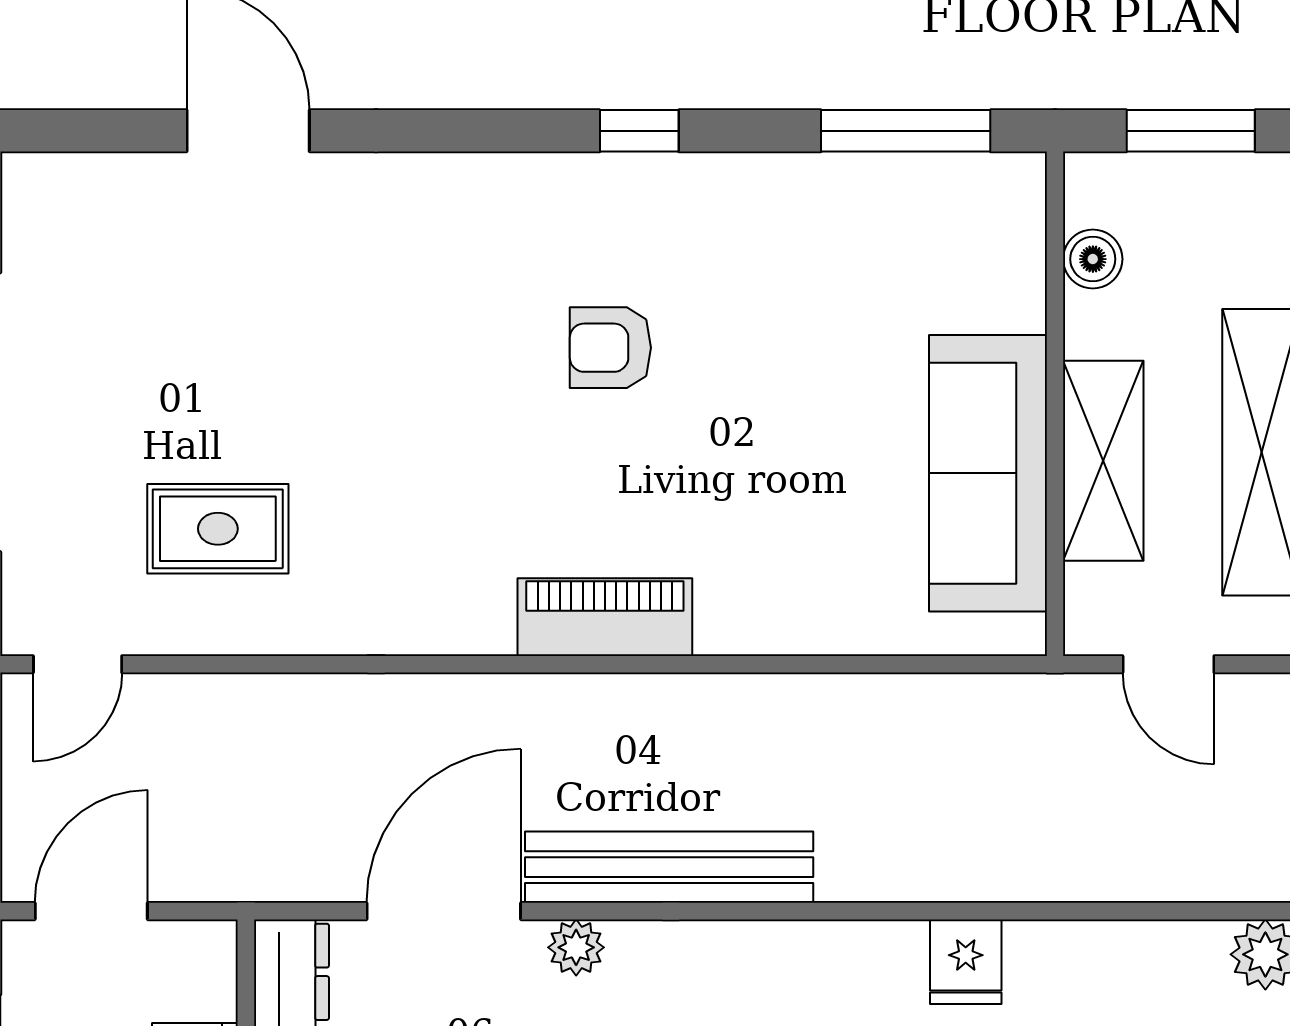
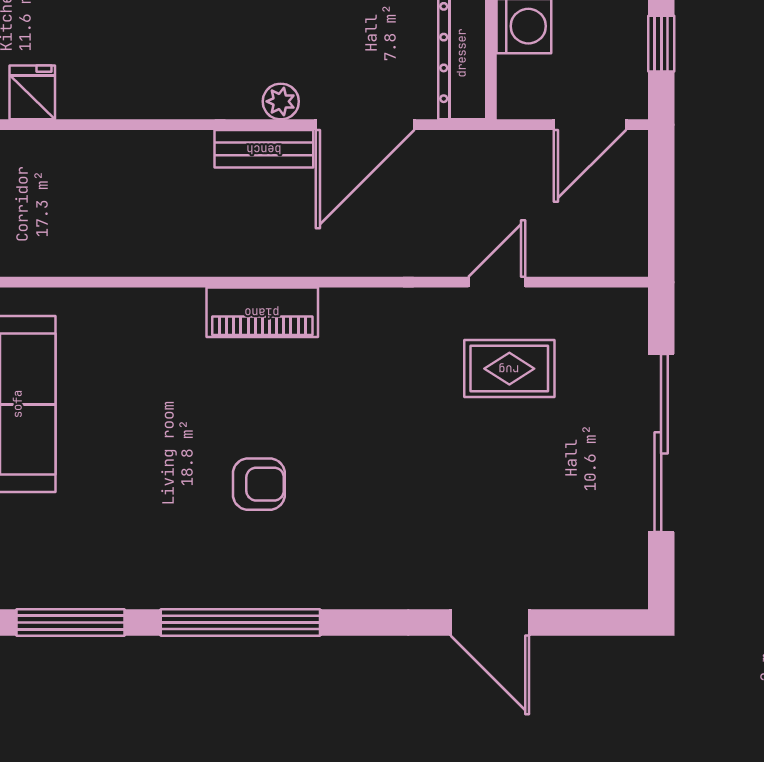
window: (639, 131) -> (240, 622), width x3.17
door: (78, 664) -> (497, 282), moved
bench: (669, 867) -> (264, 149), width x0.54, depth x0.82

